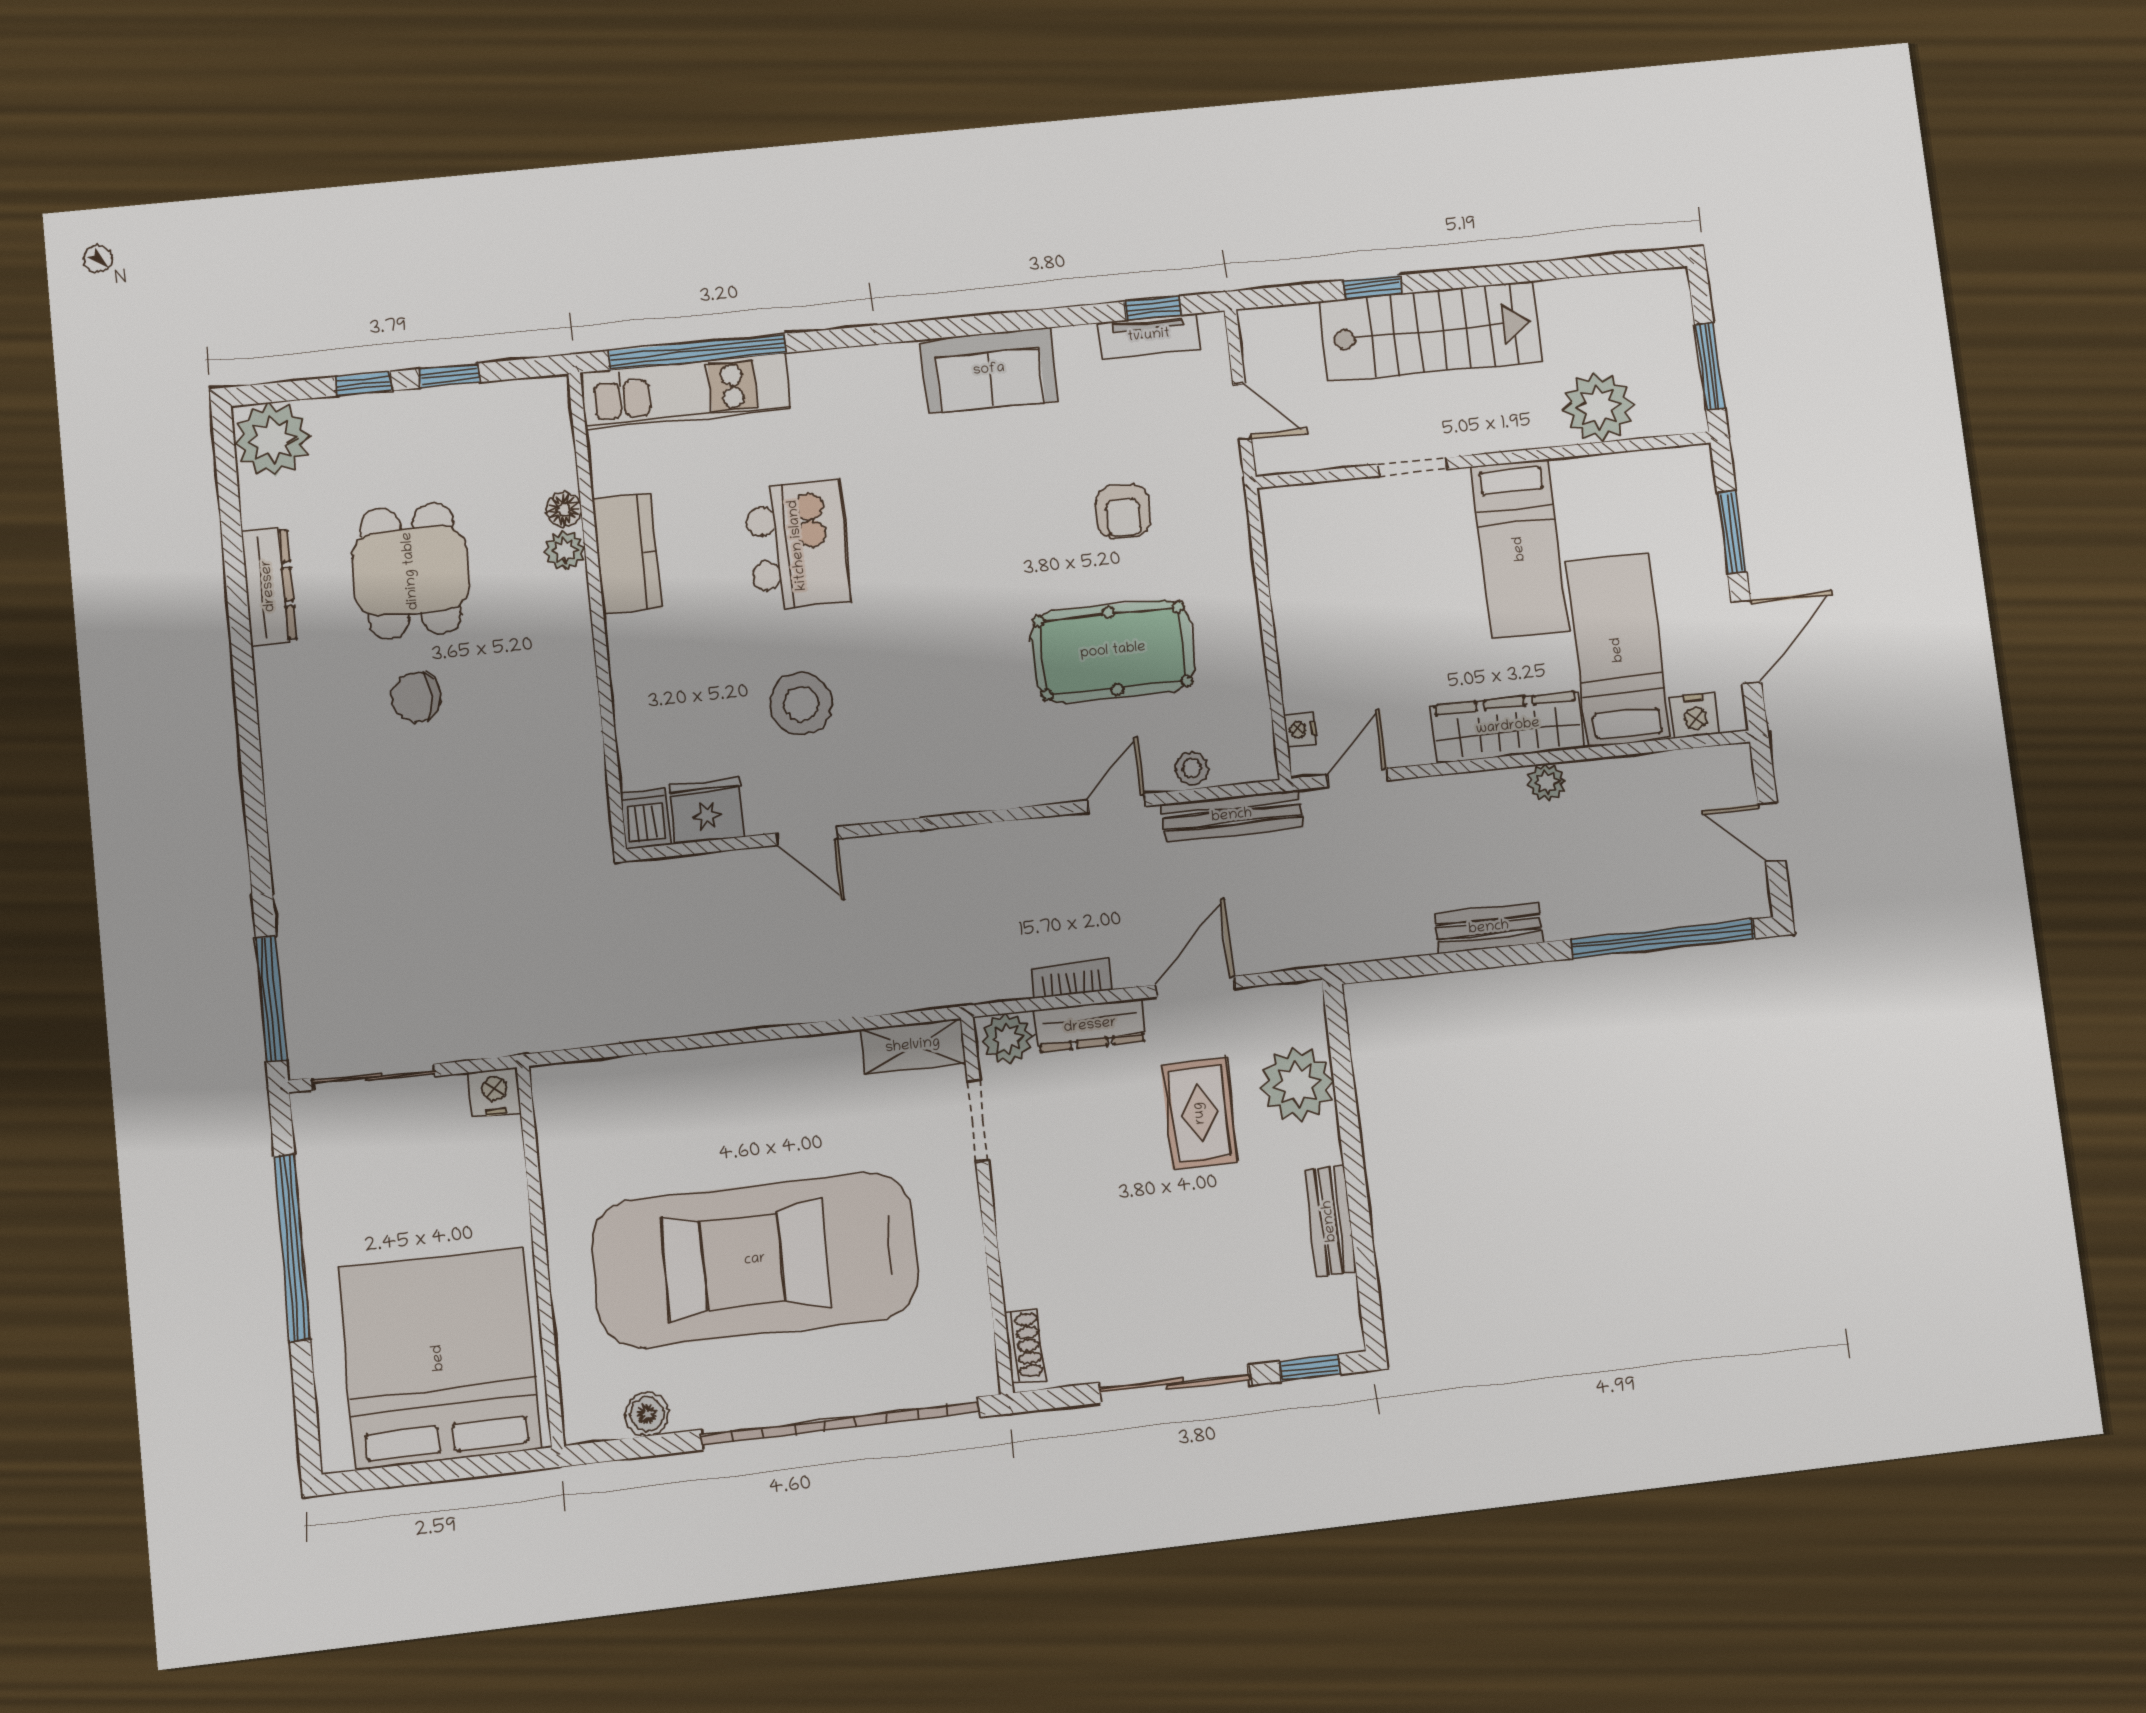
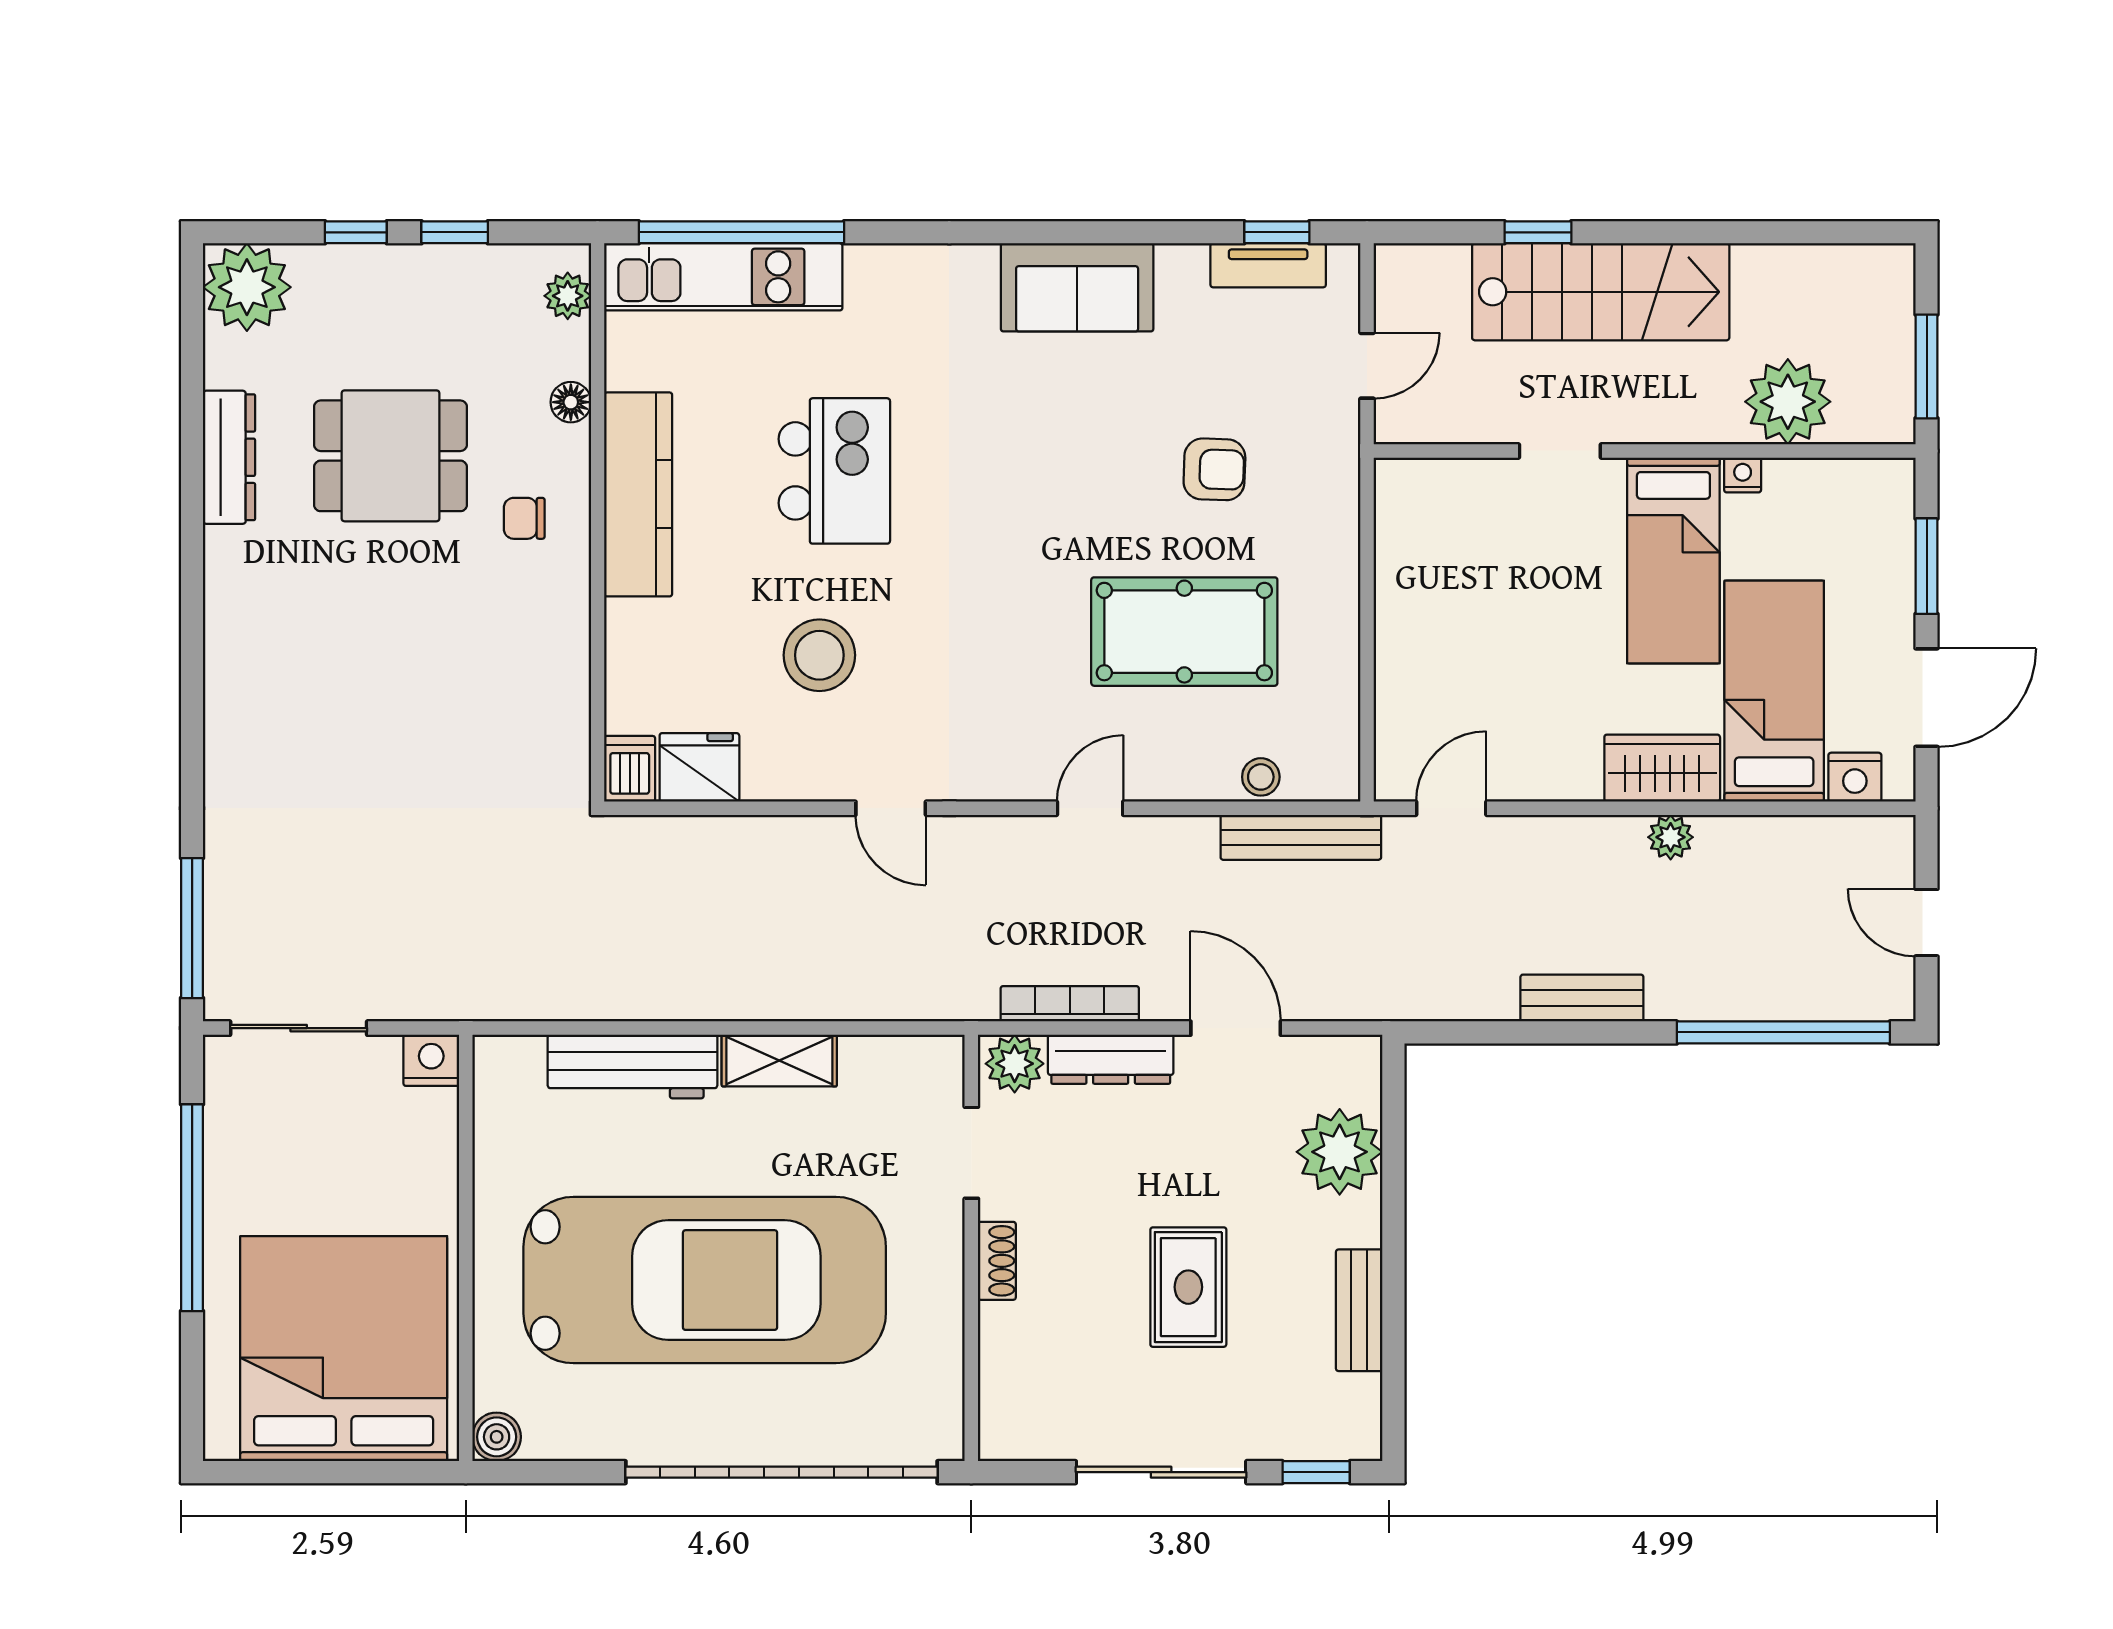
door: (1242, 412) -> (1367, 366), hinge flipped
armchair: (1123, 511) -> (1214, 469), turned -88
plant: (565, 551) -> (568, 296), moved
kitchen counter: (627, 553) -> (638, 494), width x1.50
dining table: (411, 571) -> (390, 456), turned 90
chair: (416, 697) -> (524, 518), moved, width x0.73, depth x0.73
wardrobe: (1508, 727) -> (1662, 768), width x0.67
nightstand: (1300, 730) -> (1743, 475), moved, turned 90
door: (1117, 803) -> (1090, 808), moved
door: (807, 836) -> (891, 808), moved
bookcase: (1071, 979) -> (1070, 1004), width x1.56
door: (1195, 987) -> (1236, 1028), hinge flipped
shelving: (913, 1046) -> (779, 1061), moved
workbench: (673, 1078) -> (632, 1067), added
rug: (1200, 1113) -> (1188, 1287), moved
car: (755, 1260) -> (705, 1280), turned 180
shoe rack: (1025, 1346) -> (997, 1261), moved
boiler: (647, 1414) -> (497, 1437), moved

